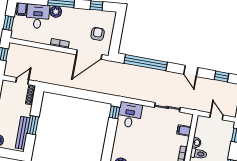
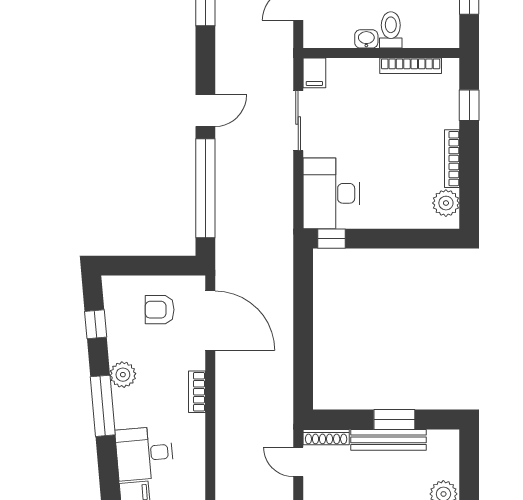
plant: (56, 12) -> (123, 375), moved
door: (191, 71) -> (205, 111), moved
desk: (130, 115) -> (331, 193), width x1.37
filing cabinet: (184, 130) -> (314, 73), moved
bench: (23, 133) -> (389, 440), moved

